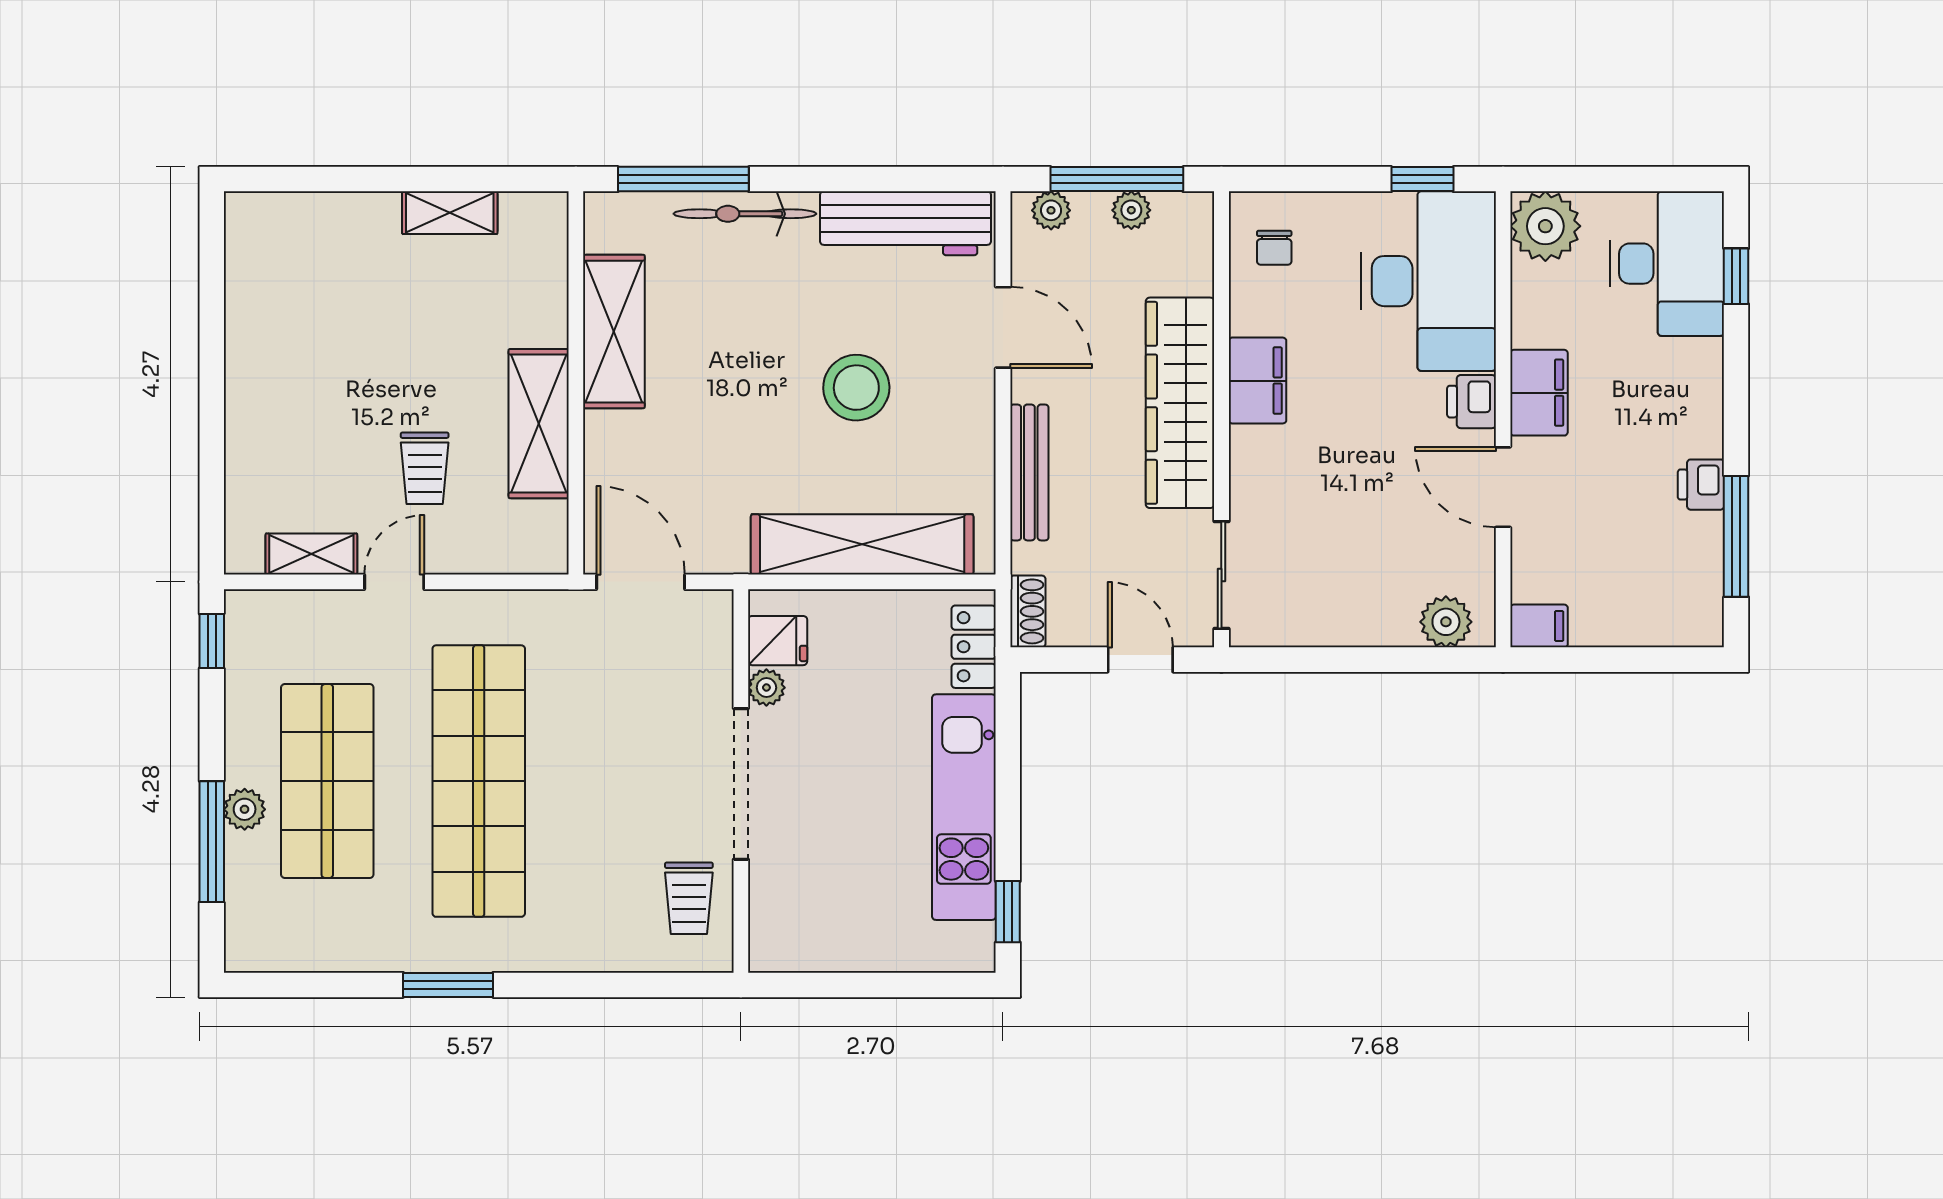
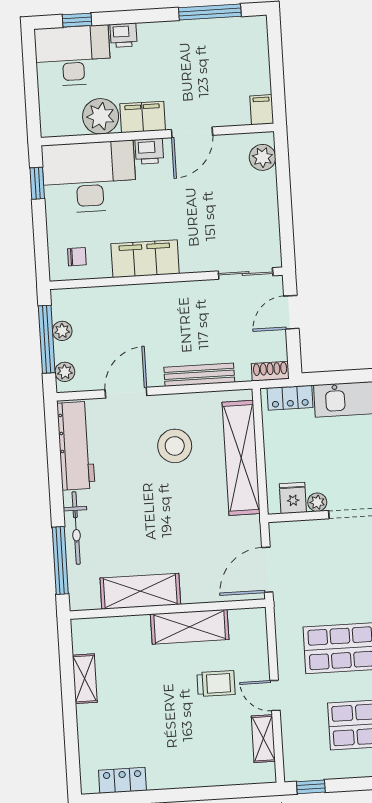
plant: (1545, 226) -> (101, 116), moved
locker: (247, 274) -> (122, 780), added
filing cabinet: (1257, 381) -> (145, 259), width x1.50, depth x1.17
stool: (856, 388) -> (175, 446), moved
wardrobe: (1180, 403) -> (159, 300), removed
printer: (1701, 485) -> (124, 35), moved

